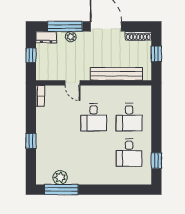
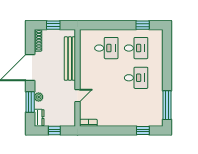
window: (65, 26) -> (30, 102), width x0.69
desk: (94, 117) -> (136, 78), moved
window: (31, 141) -> (143, 130), moved
plant: (60, 177) -> (157, 106), removed

